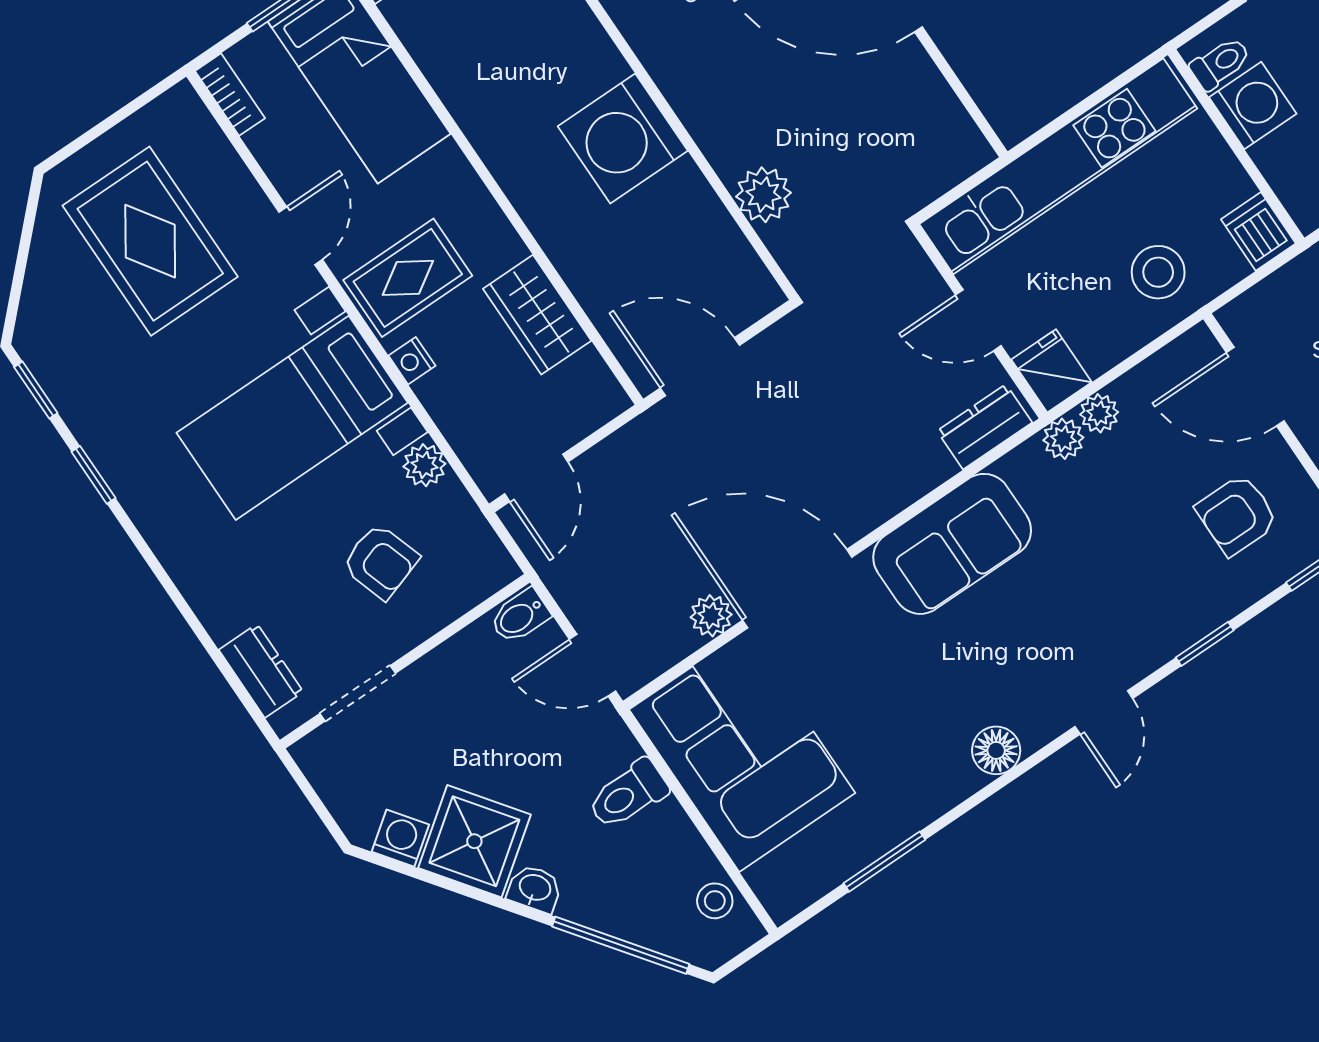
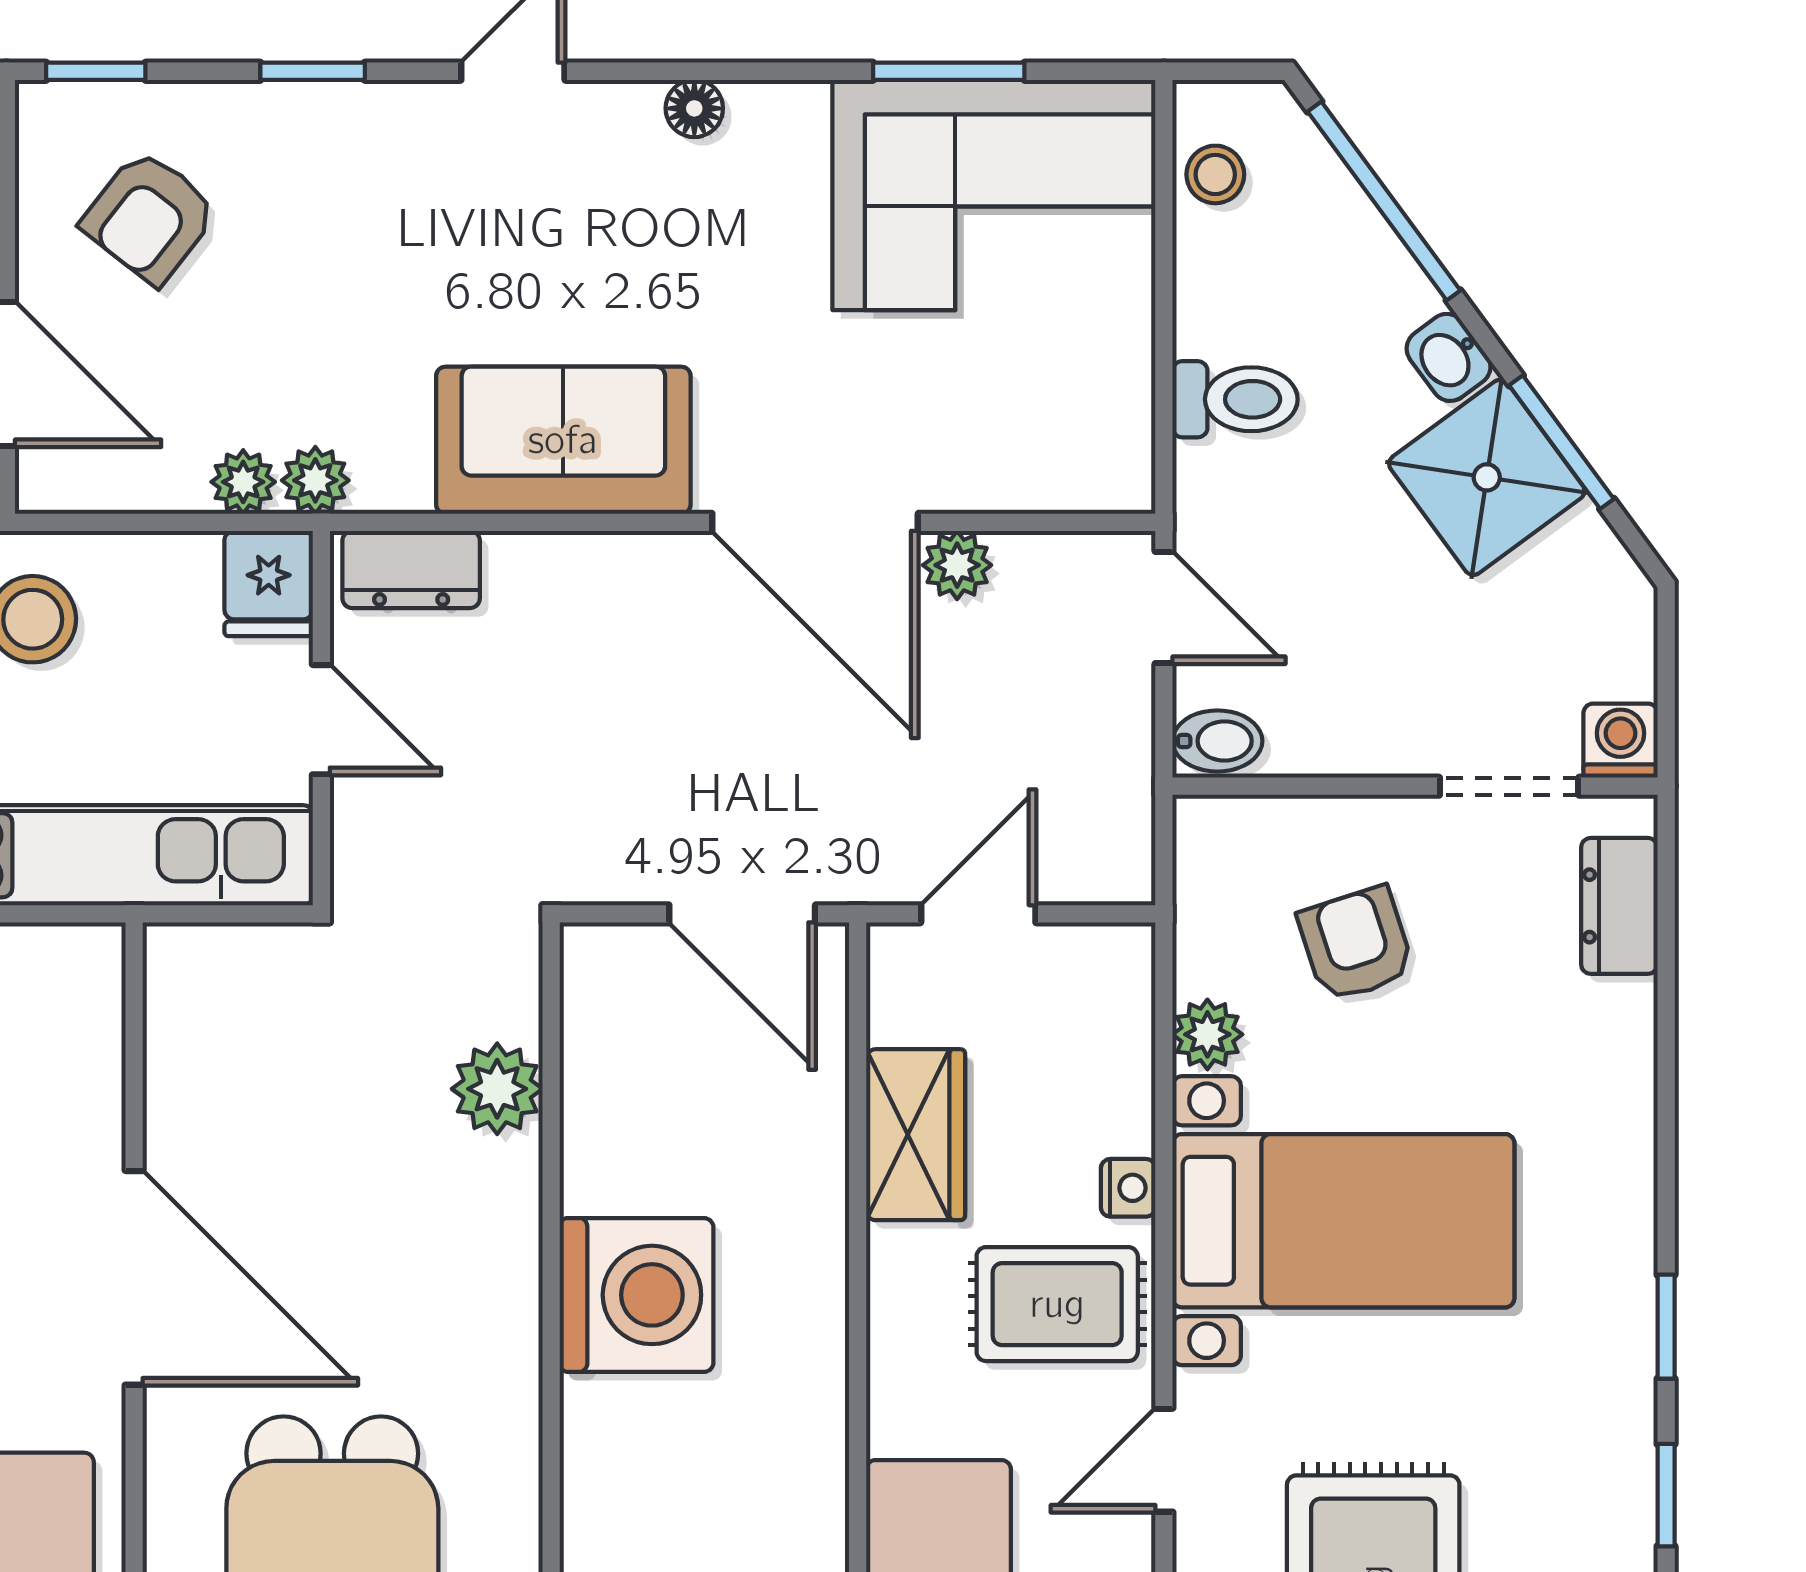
door: (536, 478) -> (978, 914), moved
armchair: (1237, 515) -> (150, 217), turned 128
floor lamp: (996, 750) -> (694, 108), width x0.73, depth x0.73
corner sofa: (742, 751) -> (994, 195), moved, turned -90
washing machine: (400, 838) -> (1621, 741), moved, turned 126
window: (449, 885) -> (1562, 442), added

